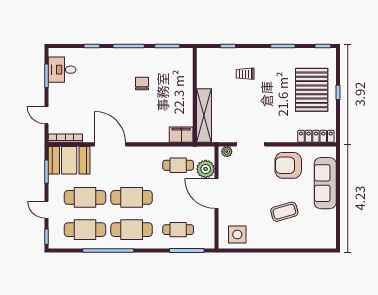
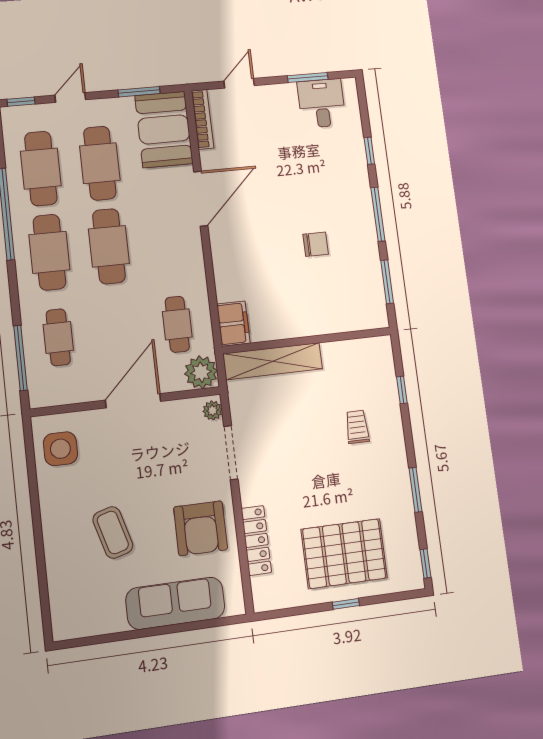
locker: (316, 136) -> (256, 540), moved
armchair: (288, 165) -> (201, 528), turned 180
plant: (206, 169) -> (201, 372), moved

